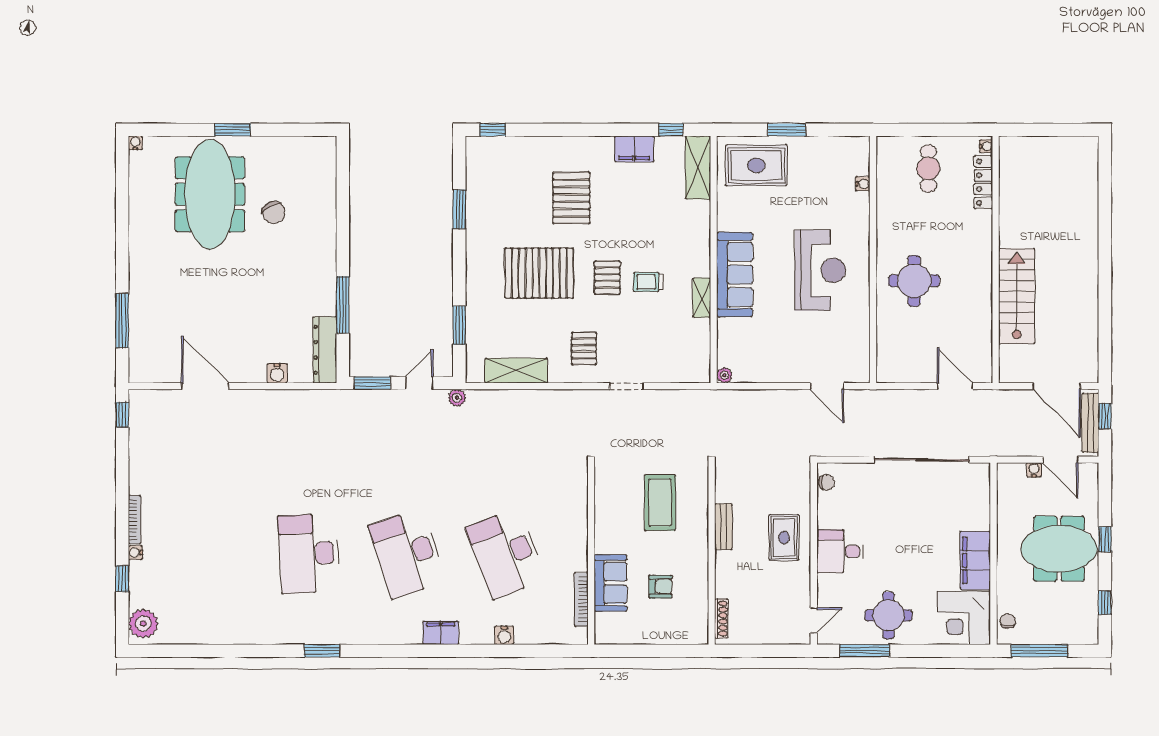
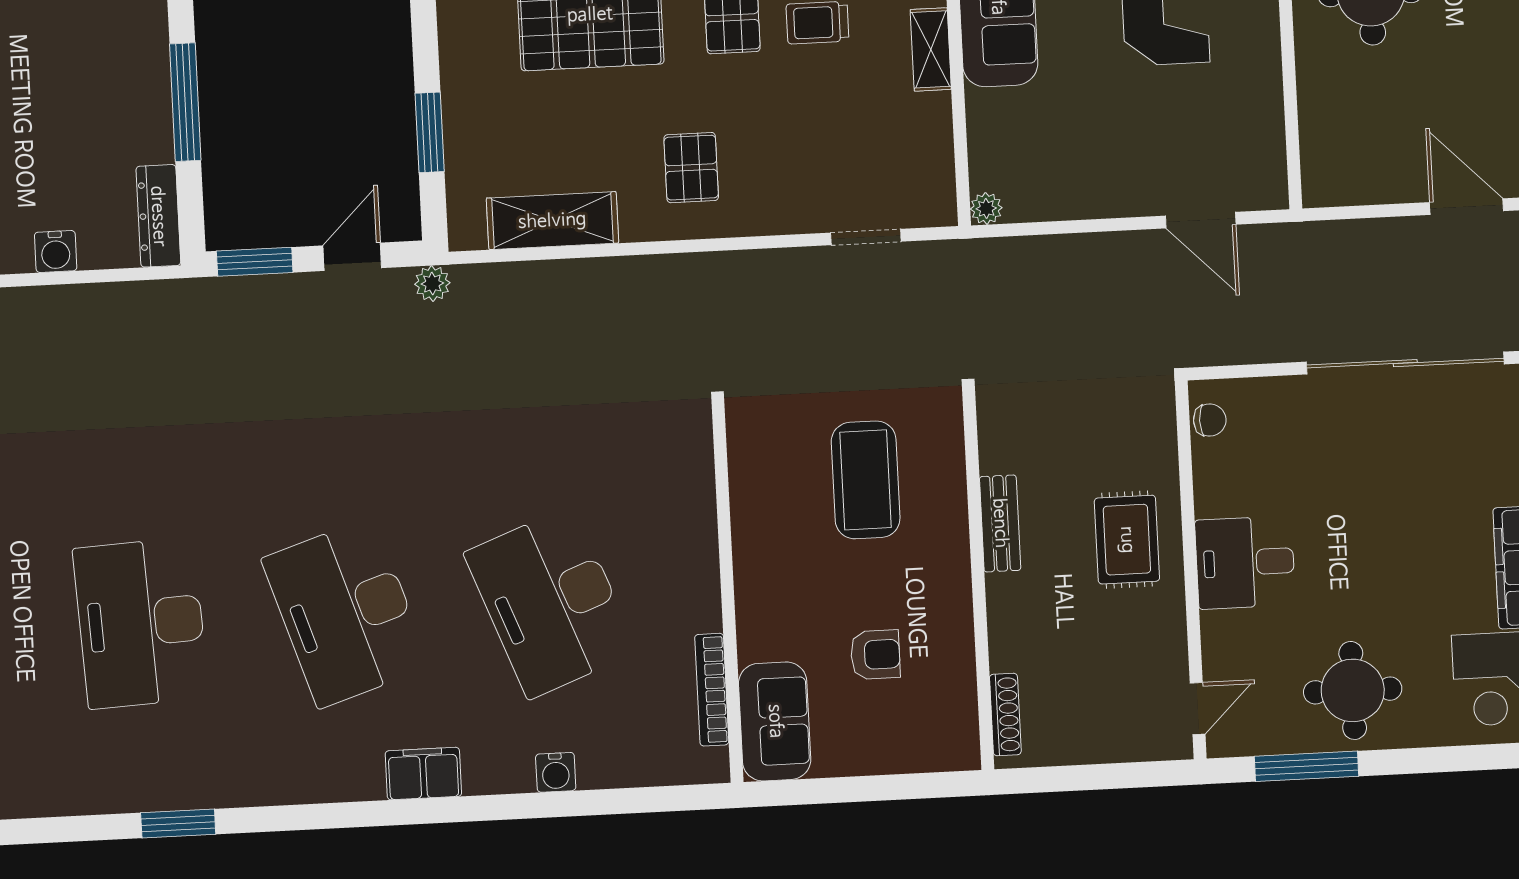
dresser: (325, 350) -> (158, 216), width x0.73, depth x0.80
doorway: (627, 386) -> (866, 237), moved
sofa: (611, 583) -> (775, 721), moved

